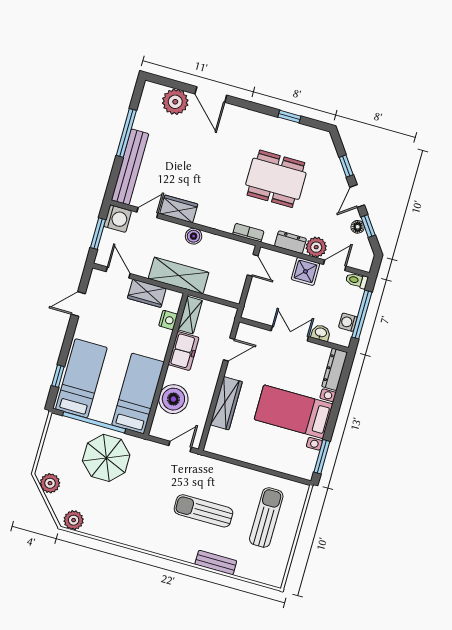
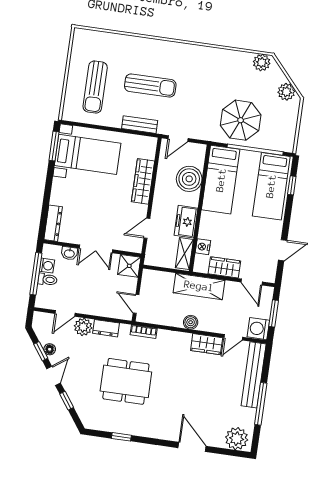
plant: (175, 102) -> (237, 439), moved
shower: (305, 271) -> (129, 266), moved
toilet: (357, 280) -> (47, 279), moved
bed with nightstands: (294, 412) -> (88, 154), moved
bench: (216, 562) -> (140, 125), moved

